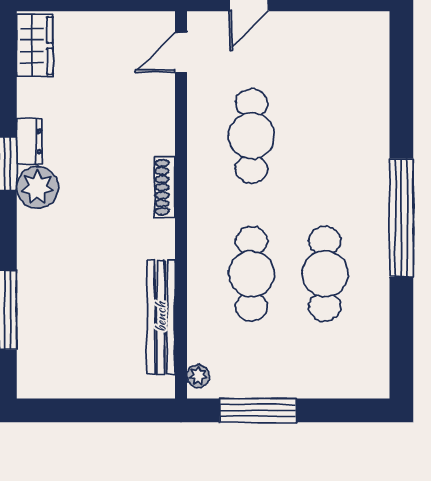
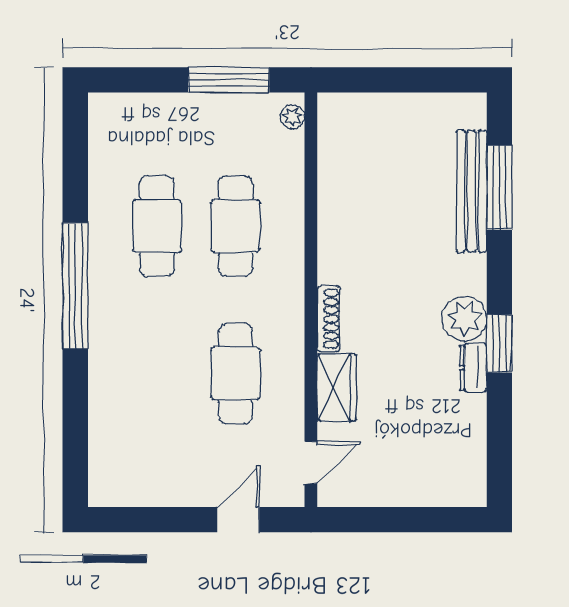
wardrobe: (35, 46) -> (337, 388), moved, turned 180
bench: (161, 317) -> (472, 191), moved

